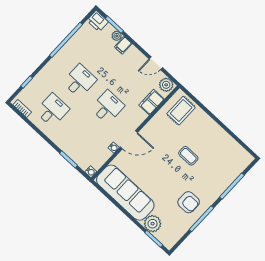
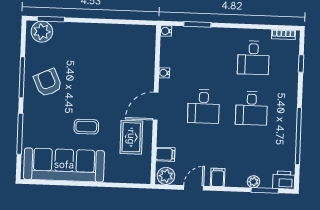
filing cabinet: (123, 45) -> (218, 177), moved
filing cabinet: (152, 102) -> (165, 154), width x0.50
rug: (181, 111) -> (131, 137), moved
door: (129, 140) -> (156, 106), moved
sofa: (125, 193) -> (64, 165), moved, turned 180
armchair: (189, 202) -> (48, 83), turned 66
plant: (153, 224) -> (42, 32), moved

